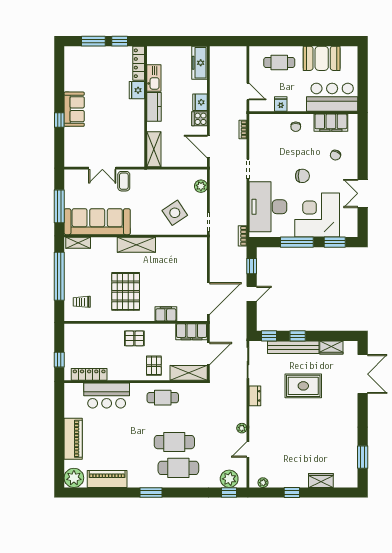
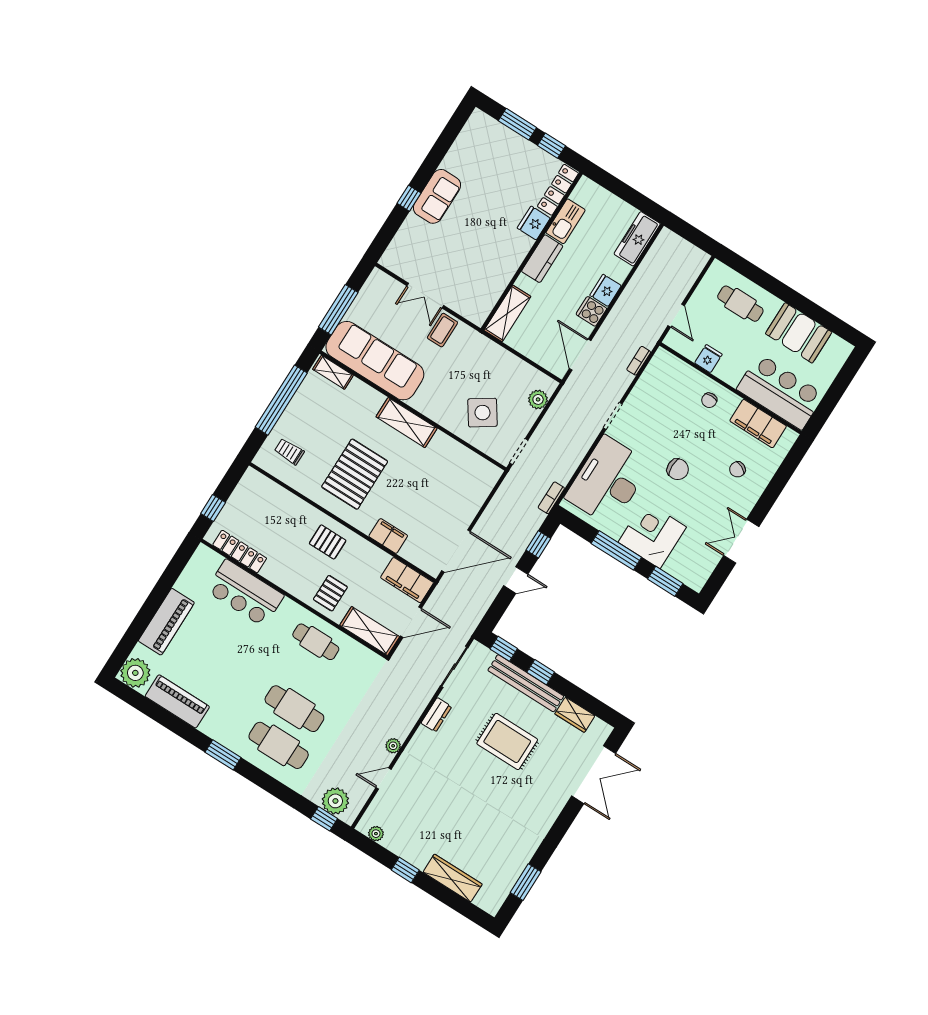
corner desk: (317, 215) -> (652, 535), width x0.74, depth x0.74
wardrobe: (321, 480) -> (453, 878), width x1.50

